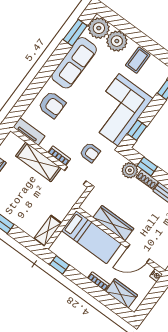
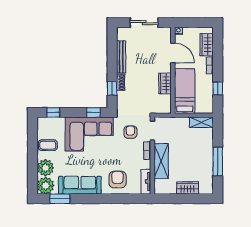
plant: (130, 170) -> (123, 98), removed
wardrobe: (113, 223) -> (165, 83), width x0.67
window: (59, 265) -> (218, 88), moved

